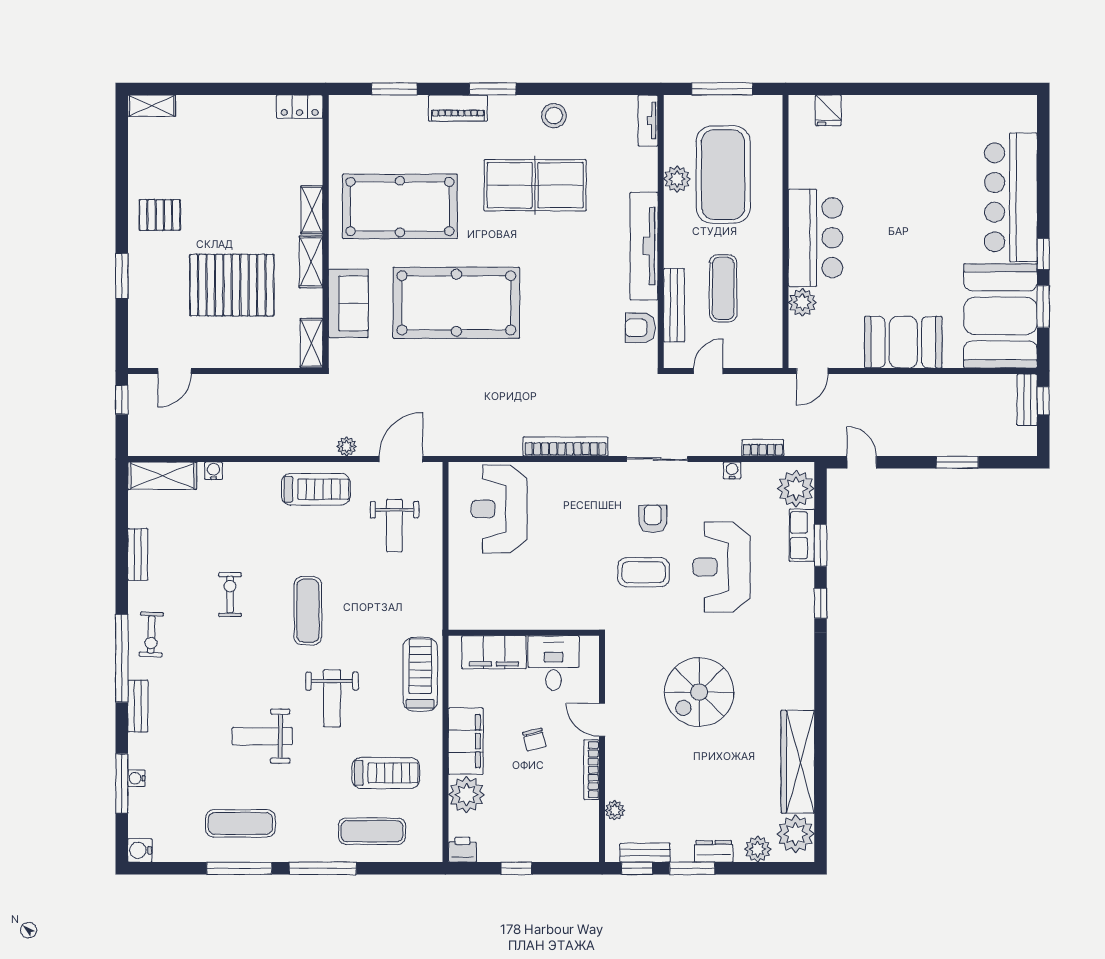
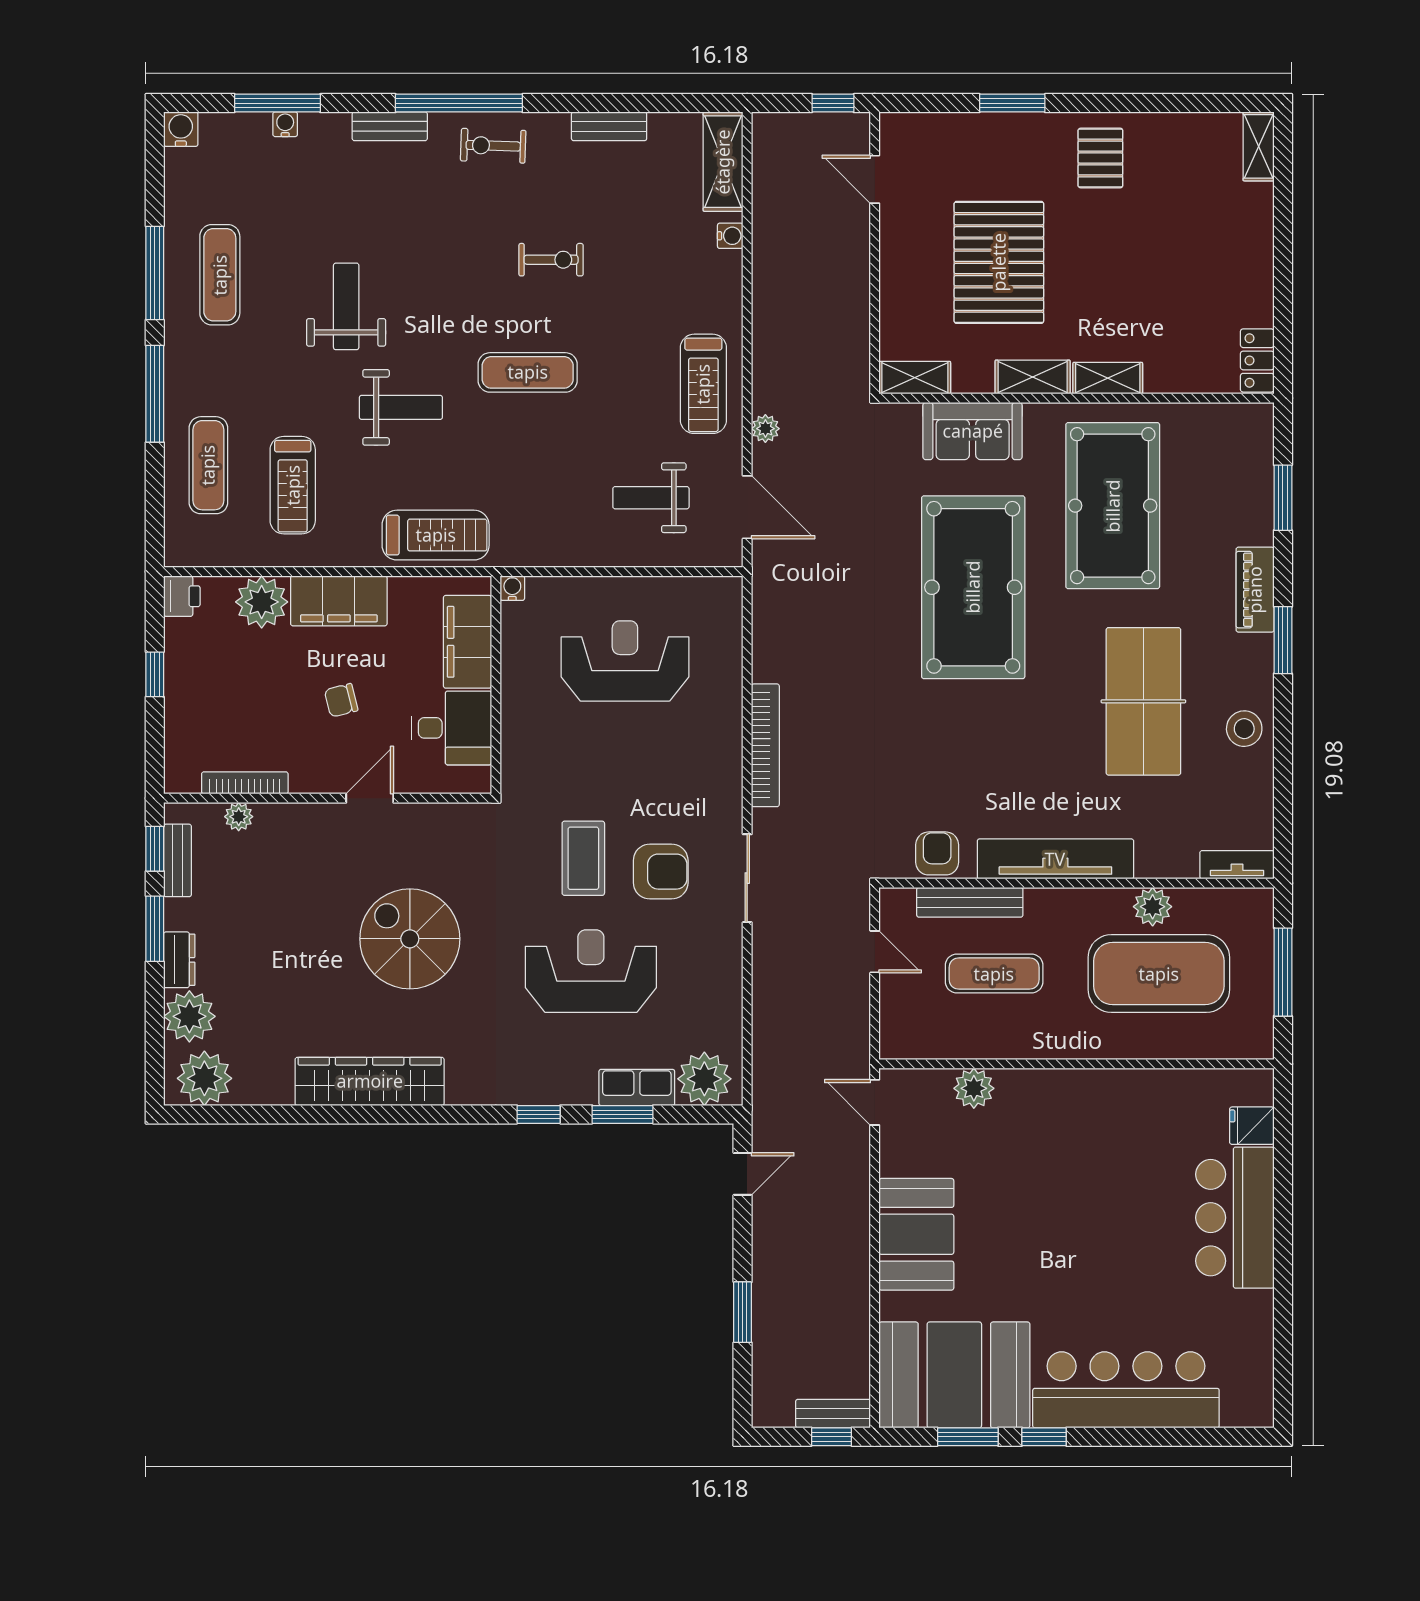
bar counter: (816, 238) -> (1235, 1218), moved, turned 90
bookcase: (763, 448) -> (763, 1031), removed
water cooler: (732, 470) -> (512, 588), moved, turned -90
reception desk: (499, 509) -> (625, 661), moved
armchair: (653, 519) -> (661, 872), width x1.38, depth x1.38
weight bench: (332, 698) -> (401, 407), turned 180
wardrobe: (798, 762) -> (370, 1081), moved
bookcase: (591, 770) -> (245, 783), moved
plant: (758, 849) -> (189, 1016), width x1.36, depth x1.36

